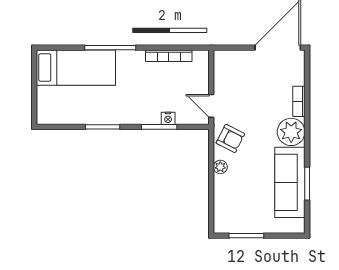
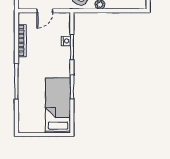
bed: (76, 68) -> (58, 105), moved
door: (211, 106) -> (45, 11), moved

